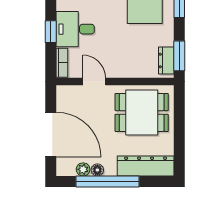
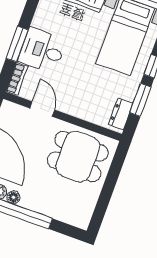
window: (51, 32) -> (17, 44), width x1.50
window: (179, 56) -> (140, 100), moved
dresser: (146, 166) -> (62, 211), removed

